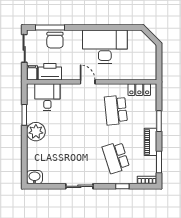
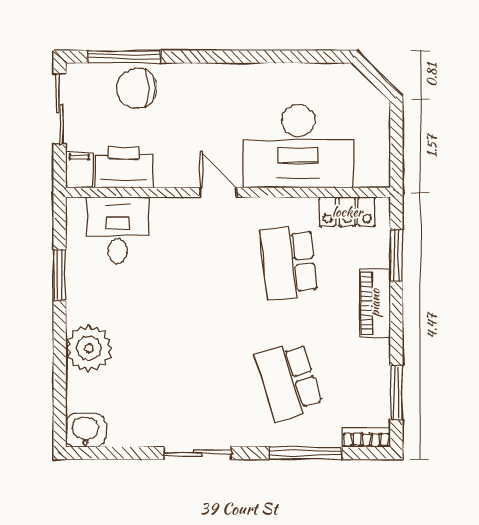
chair: (55, 40) -> (137, 88), turned 90
desk: (105, 47) -> (298, 146), moved, turned 180
window: (159, 121) -> (396, 256), moved
plant: (36, 132) -> (89, 348), moved
piano: (150, 142) -> (375, 303), moved
window: (122, 186) -> (305, 453), width x2.17

